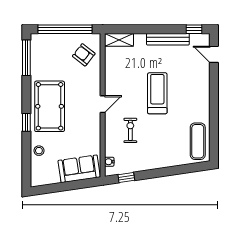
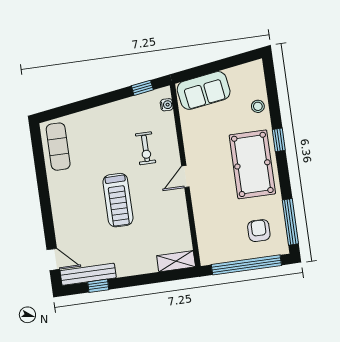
window: (194, 29) -> (98, 286), moved
bench: (168, 39) -> (88, 274), moved
armchair: (84, 55) -> (259, 231), moved, turned -128

